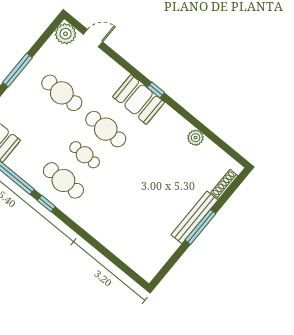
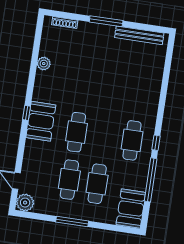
cafe table: (85, 155) -> (97, 184), moved, width x1.37, depth x1.35
bench: (194, 217) -> (139, 35), moved

